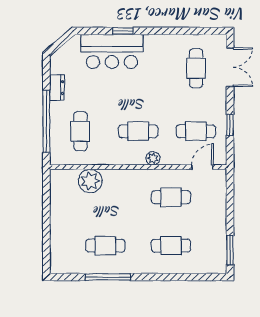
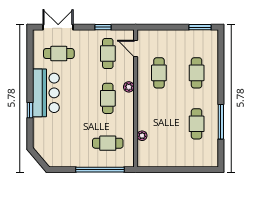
bar counter: (112, 51) -> (46, 93), moved
dresser: (57, 88) -> (74, 161), removed
plant: (90, 181) -> (142, 136), width x0.53, depth x0.53

